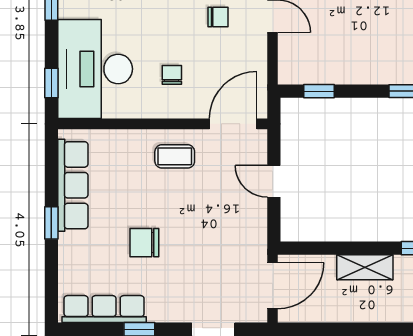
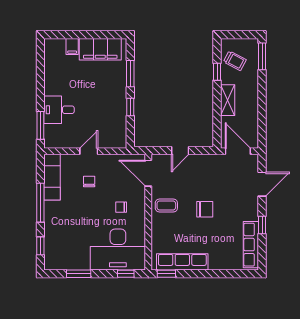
window: (319, 91) -> (130, 107), moved
coffee table: (175, 156) -> (166, 205), turned 90
window: (51, 223) -> (166, 274), moved
chair: (144, 243) -> (205, 209), moved, turned -90

